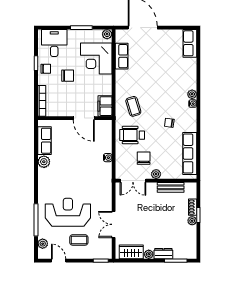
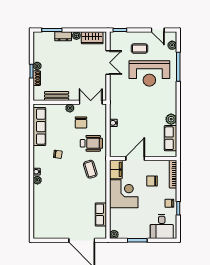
row of seats: (190, 43) -> (39, 226), removed
corner desk: (96, 59) -> (124, 194), moved
chair: (68, 76) -> (152, 181), moved
door: (84, 118) -> (135, 159), hinge flipped

